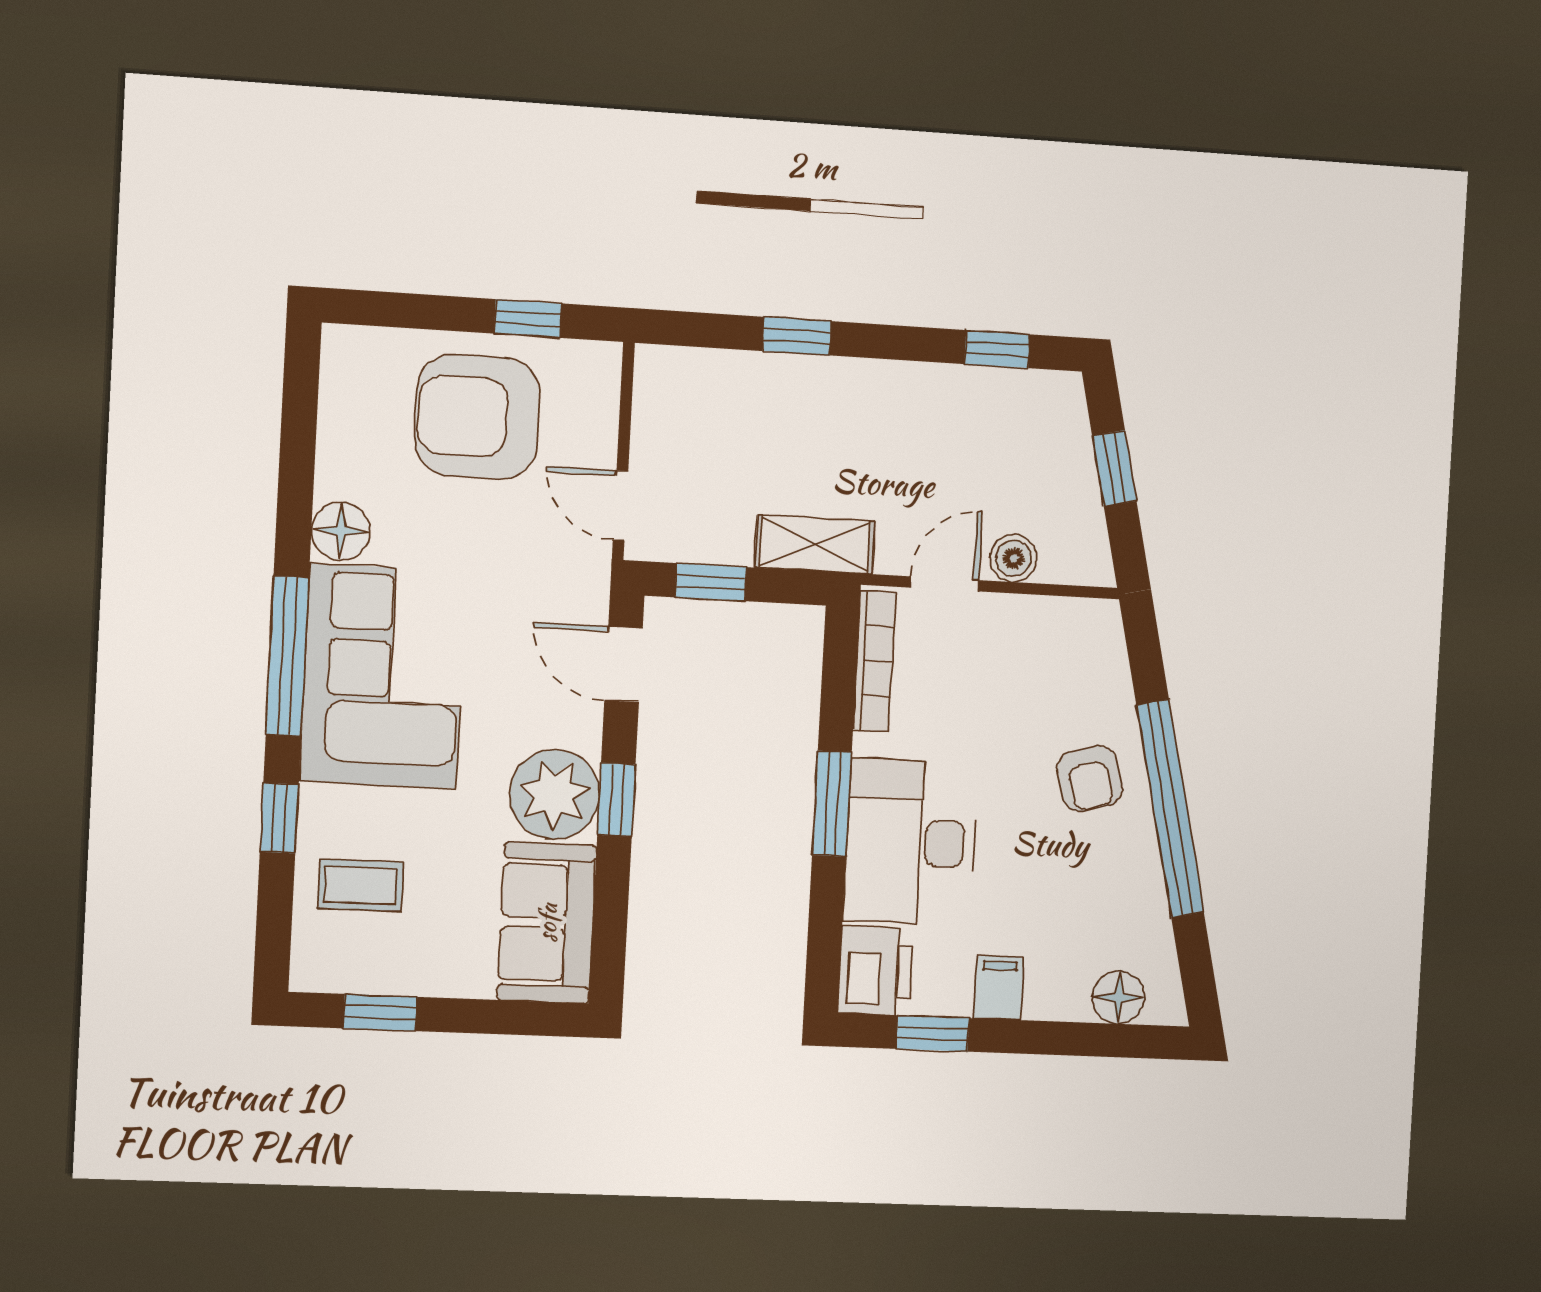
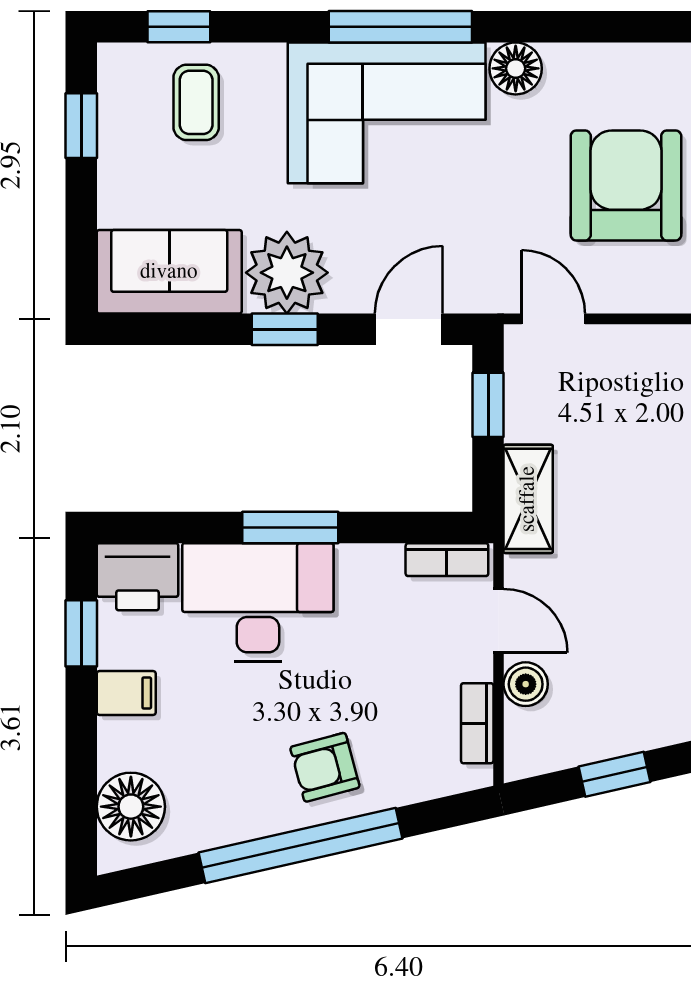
door: (620, 505) -> (553, 319), hinge flipped
bookcase: (1052, 613) -> (477, 723), added
bookcase: (874, 661) -> (447, 560), width x0.64
window: (279, 818) -> (179, 27), moved
floor lamp: (1118, 997) -> (131, 807), width x1.38, depth x1.38

